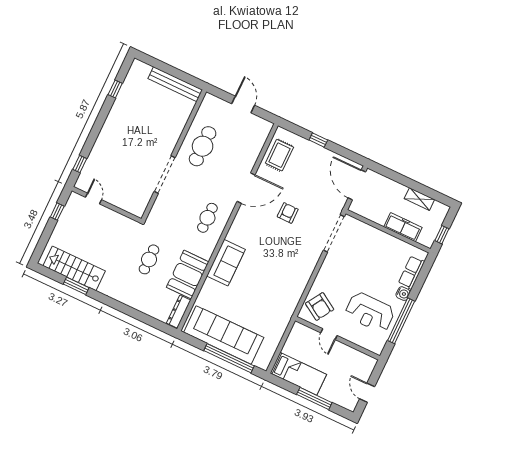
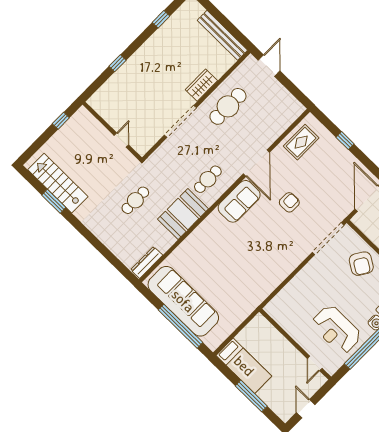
door: (243, 104) -> (269, 66), moved
wardrobe: (172, 135) -> (201, 85), added
window: (80, 164) -> (118, 63), moved
door: (246, 188) -> (256, 163), hinge flipped
door: (93, 198) -> (121, 140), moved
sofa: (226, 263) -> (239, 201), moved
booth: (188, 275) -> (183, 214), moved
armchair: (320, 306) -> (361, 264), moved
door: (329, 334) -> (315, 363), moved

